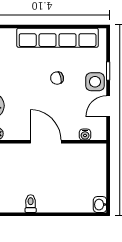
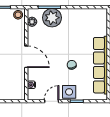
door: (108, 106) -> (52, 101), hinge flipped
door: (46, 142) -> (26, 57), hinge flipped

